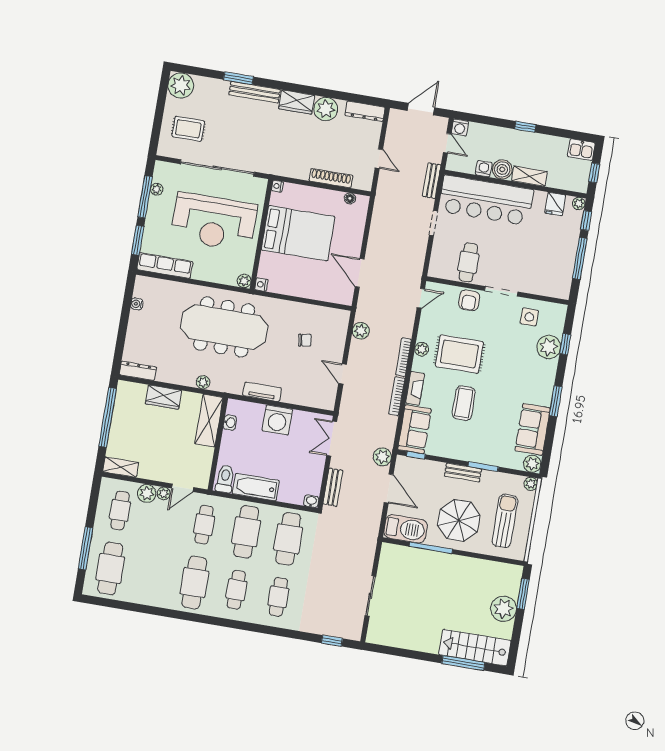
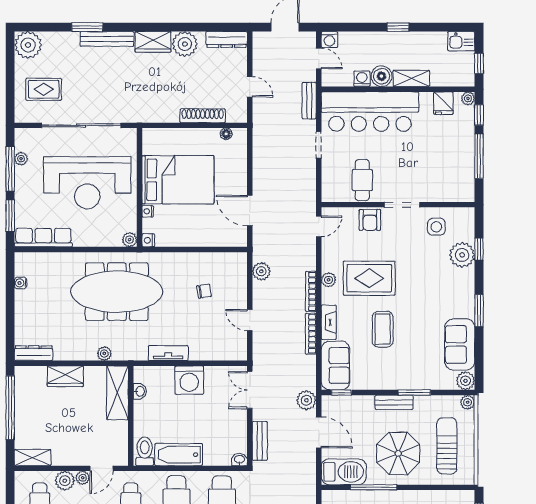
nightstand: (277, 186) -> (148, 211), moved

